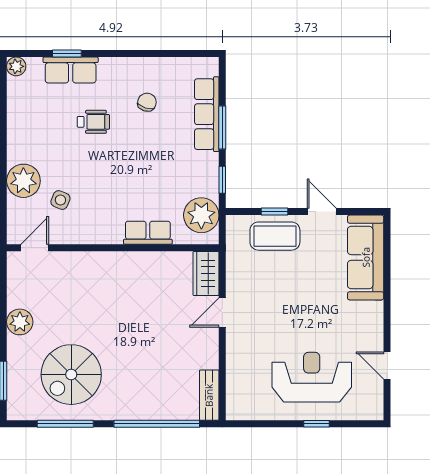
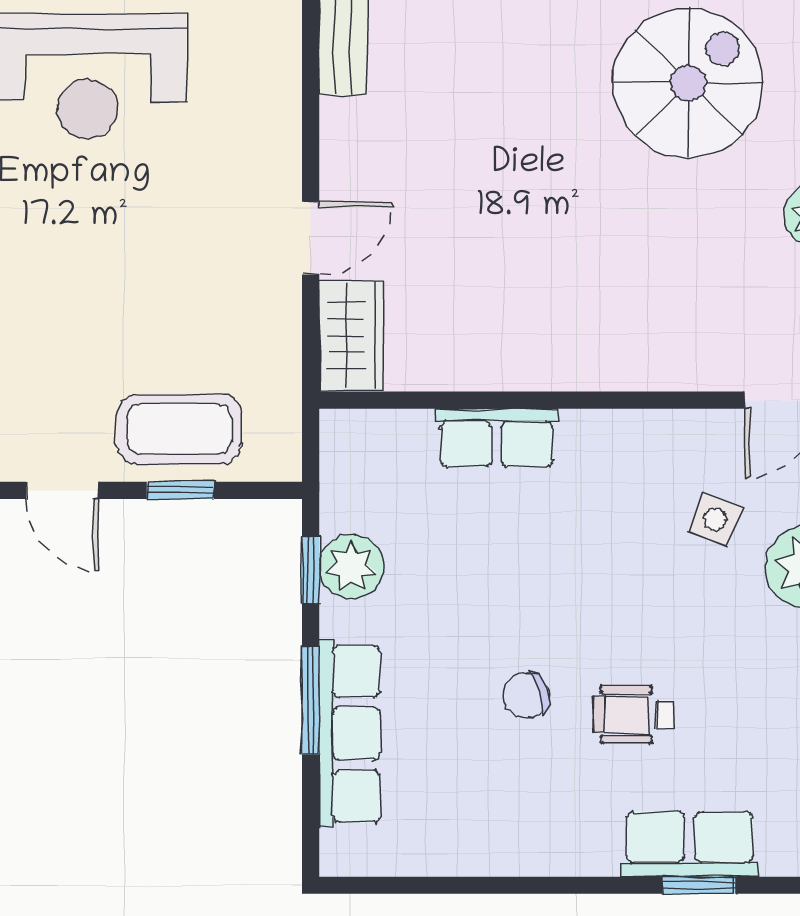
chair: (147, 102) -> (526, 695), moved, turned 54
plant: (201, 215) -> (351, 567), moved, width x0.73, depth x0.73

